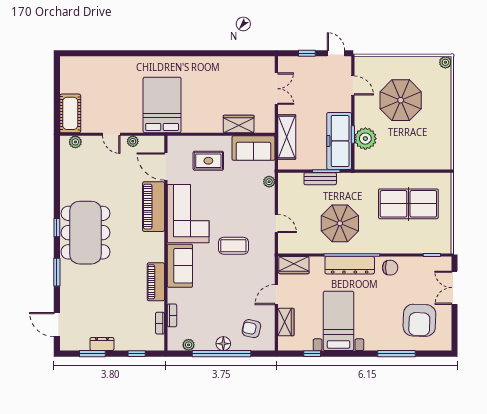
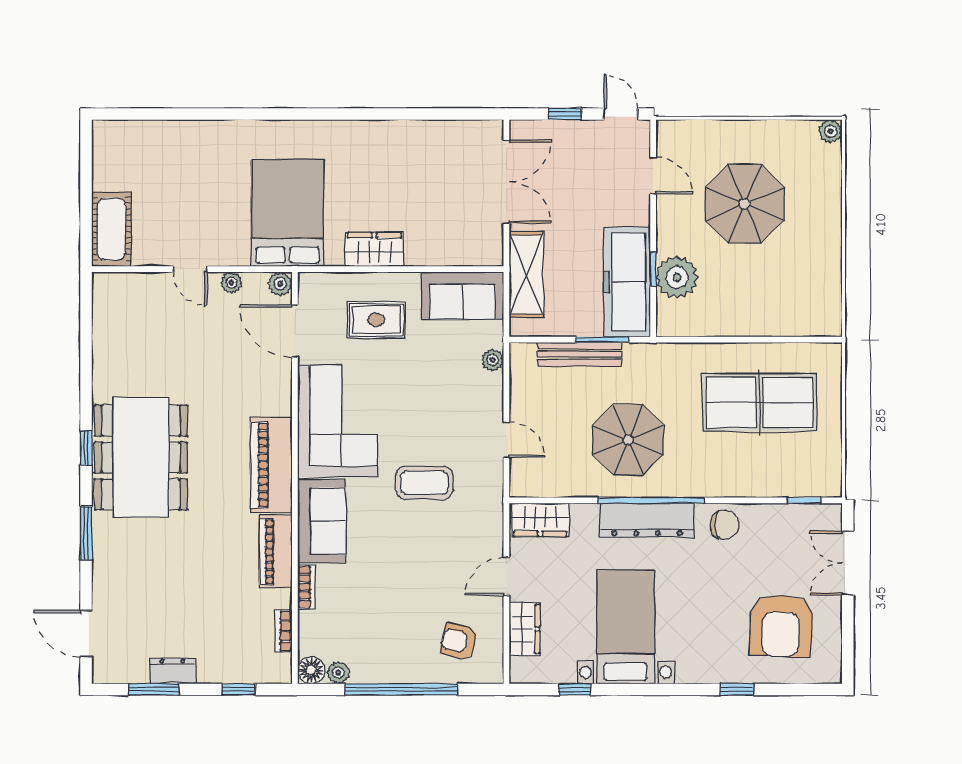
double door: (276, 89) -> (506, 182), width x1.37
wardrobe: (239, 124) -> (374, 249), moved
plant: (75, 142) -> (280, 284), moved
bench: (320, 179) -> (579, 354), width x1.36
piano: (154, 207) -> (271, 465), moved
bookcase: (172, 315) -> (306, 587), moved
floor lamp: (223, 344) -> (311, 670), moved
window: (397, 354) -> (737, 689), width x0.46

